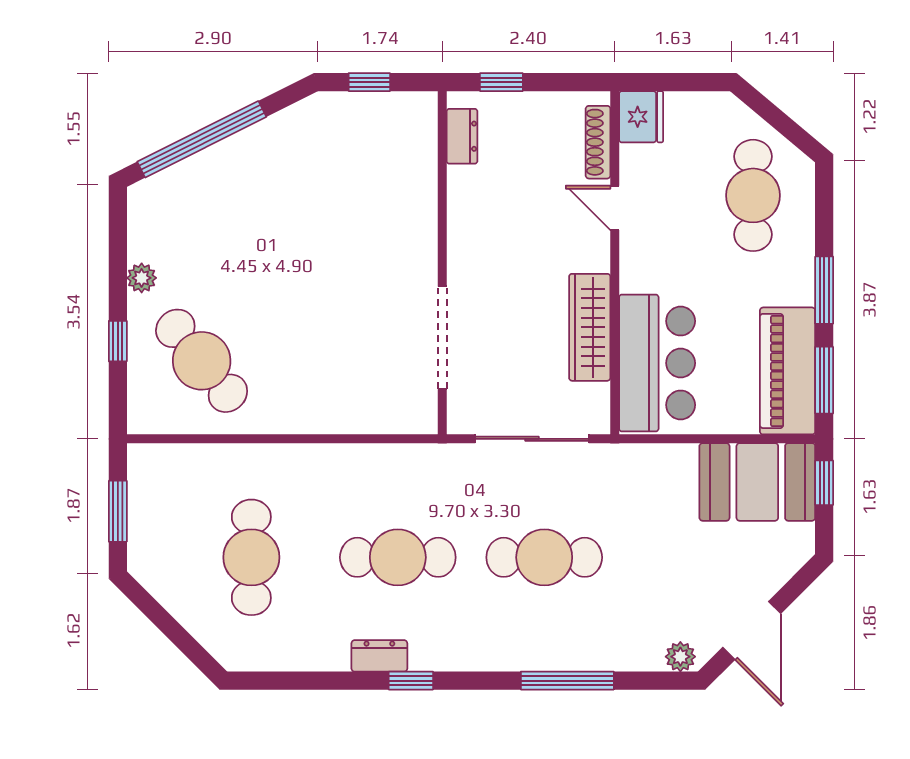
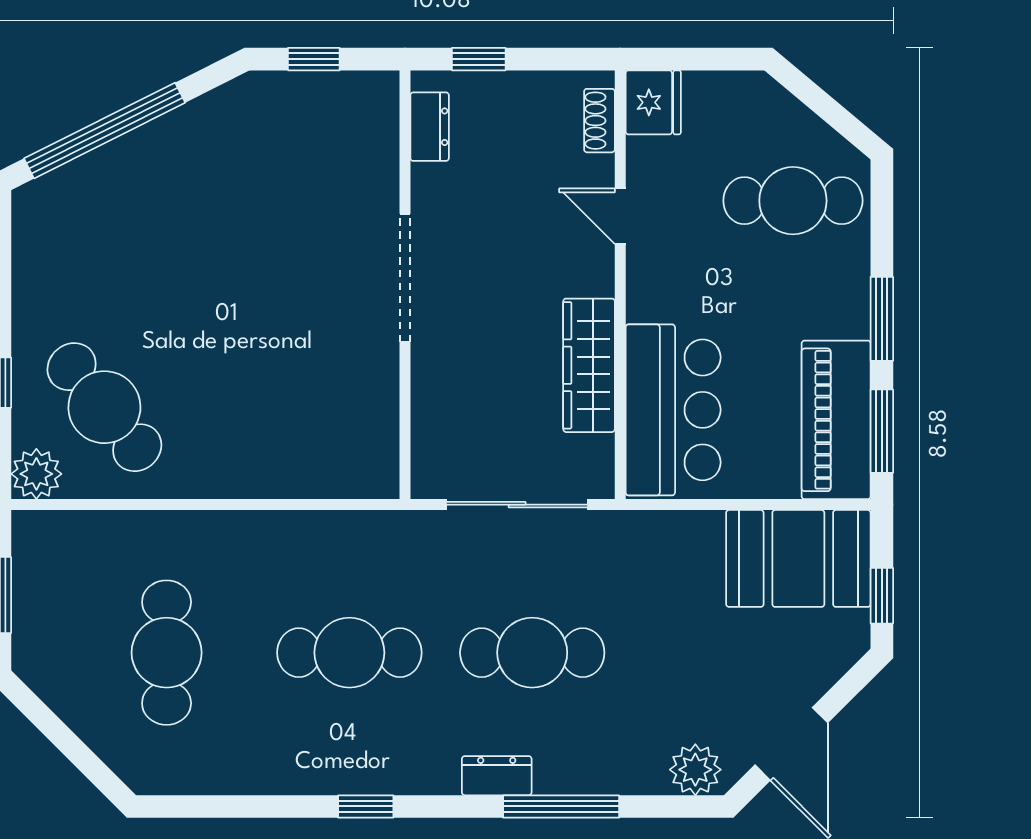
shoe rack: (598, 142) -> (599, 121), width x0.70
cafe table: (753, 195) -> (793, 201), turned 90
plant: (142, 278) -> (36, 474), moved, width x1.38, depth x1.38
doorway: (442, 338) -> (405, 278), moved
window: (824, 483) -> (882, 596), moved
dresser: (379, 656) -> (497, 776), moved
plant: (680, 657) -> (695, 770), width x1.38, depth x1.38

